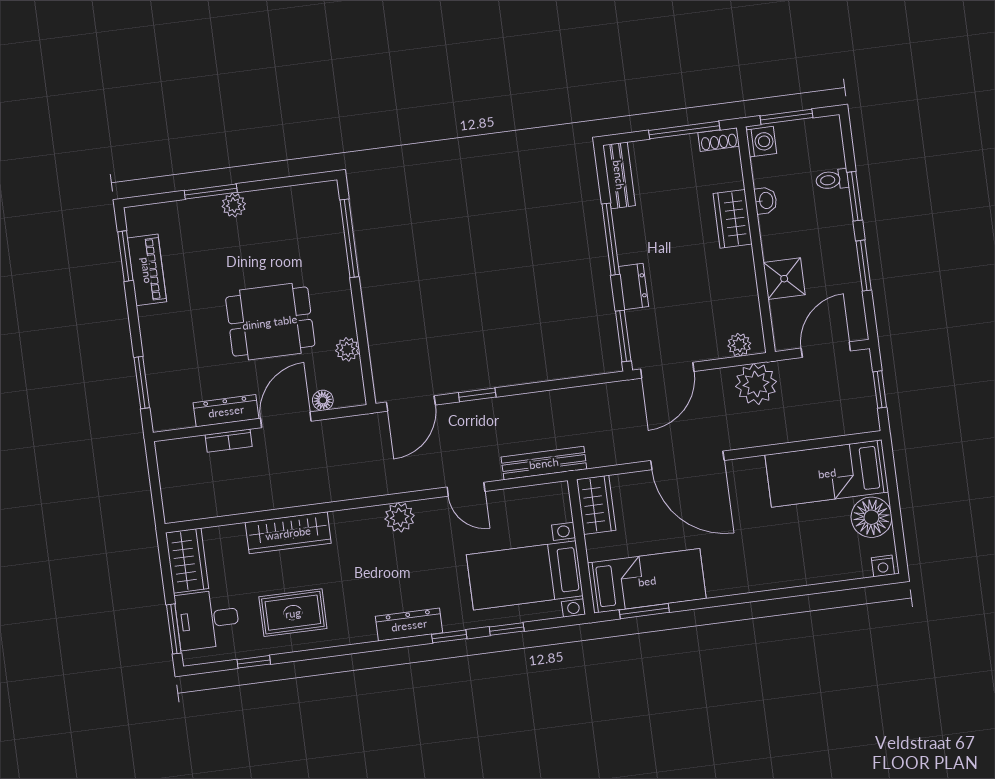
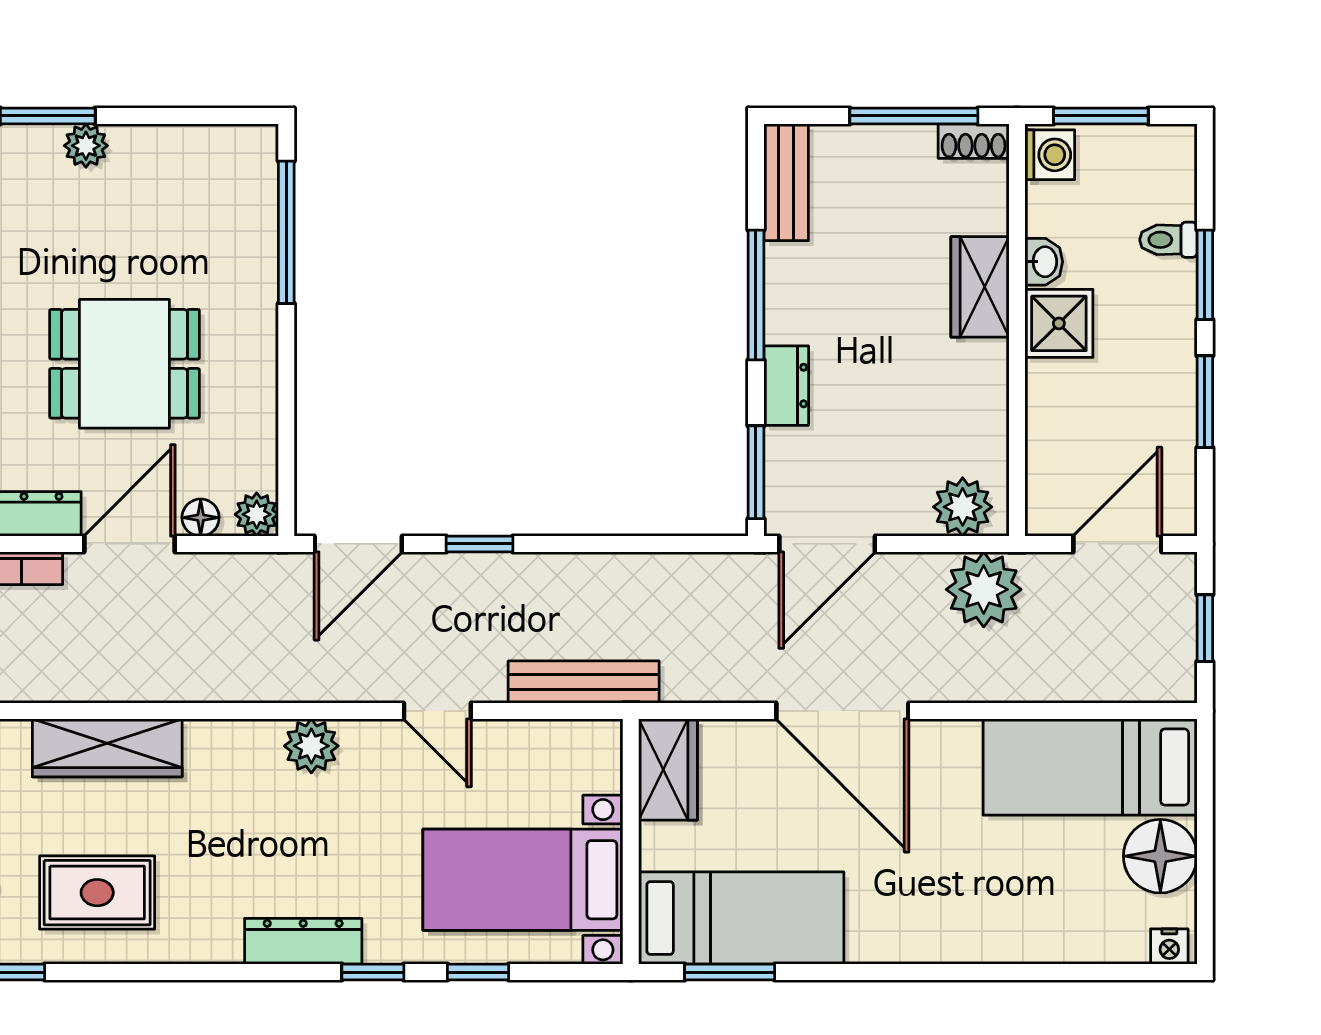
shower: (784, 279) -> (1059, 323), moved
plant: (739, 345) -> (963, 507), width x1.38, depth x1.38
plant: (347, 349) -> (257, 514), moved

